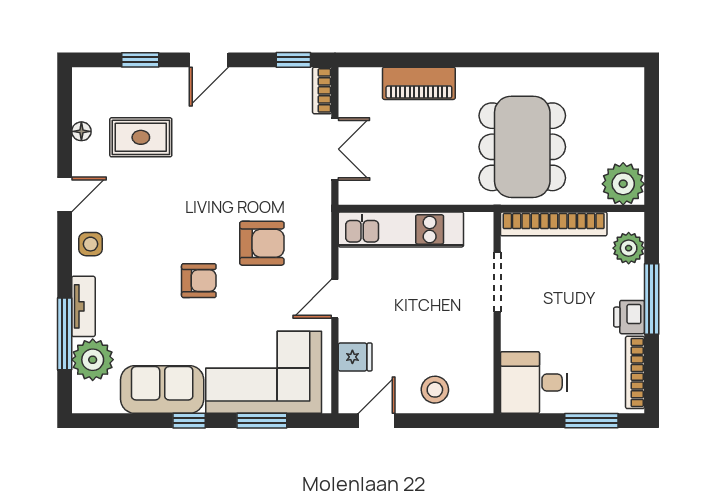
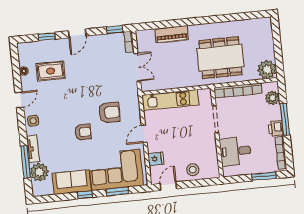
dining table: (522, 147) -> (220, 58), turned 90
desk: (534, 383) -> (235, 151), moved

